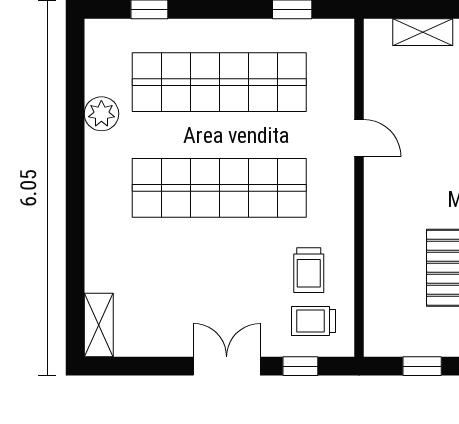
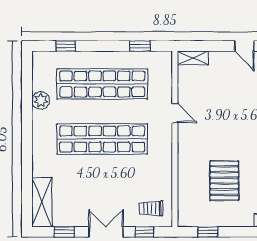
shelving: (423, 32) -> (193, 58), moved
trolley: (309, 270) -> (149, 182), removed
shelving: (99, 325) -> (42, 202), width x1.50, depth x1.33
window: (146, 366) -> (64, 232), added

